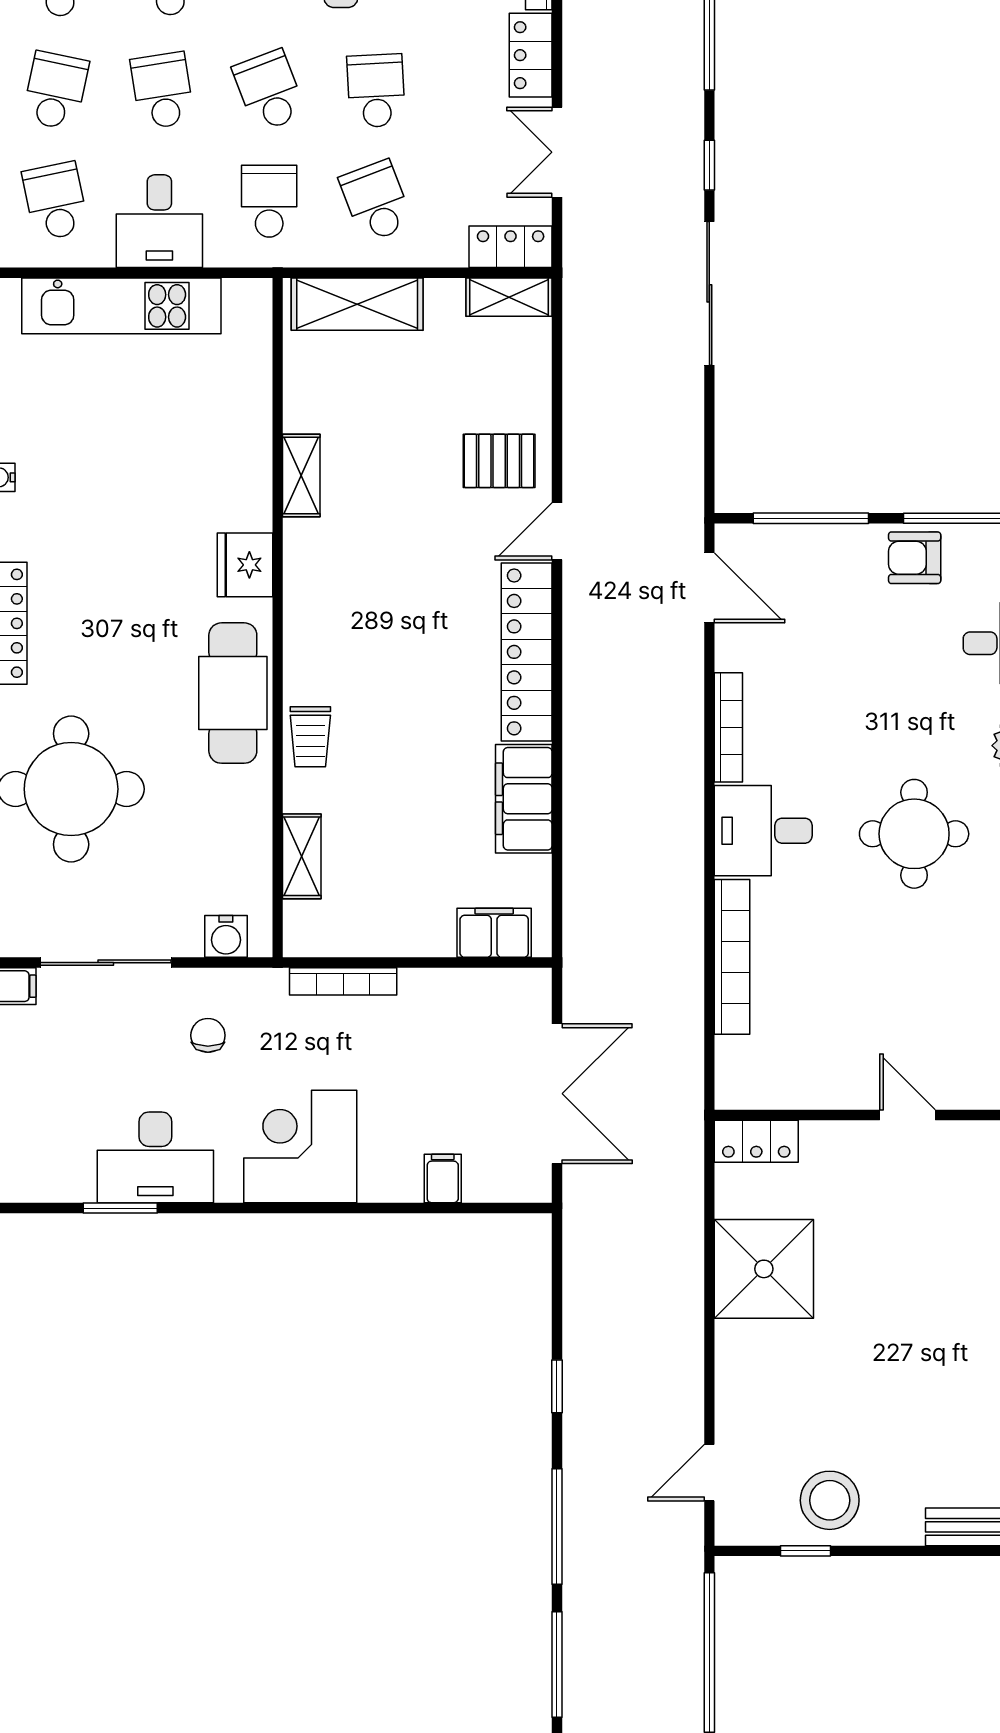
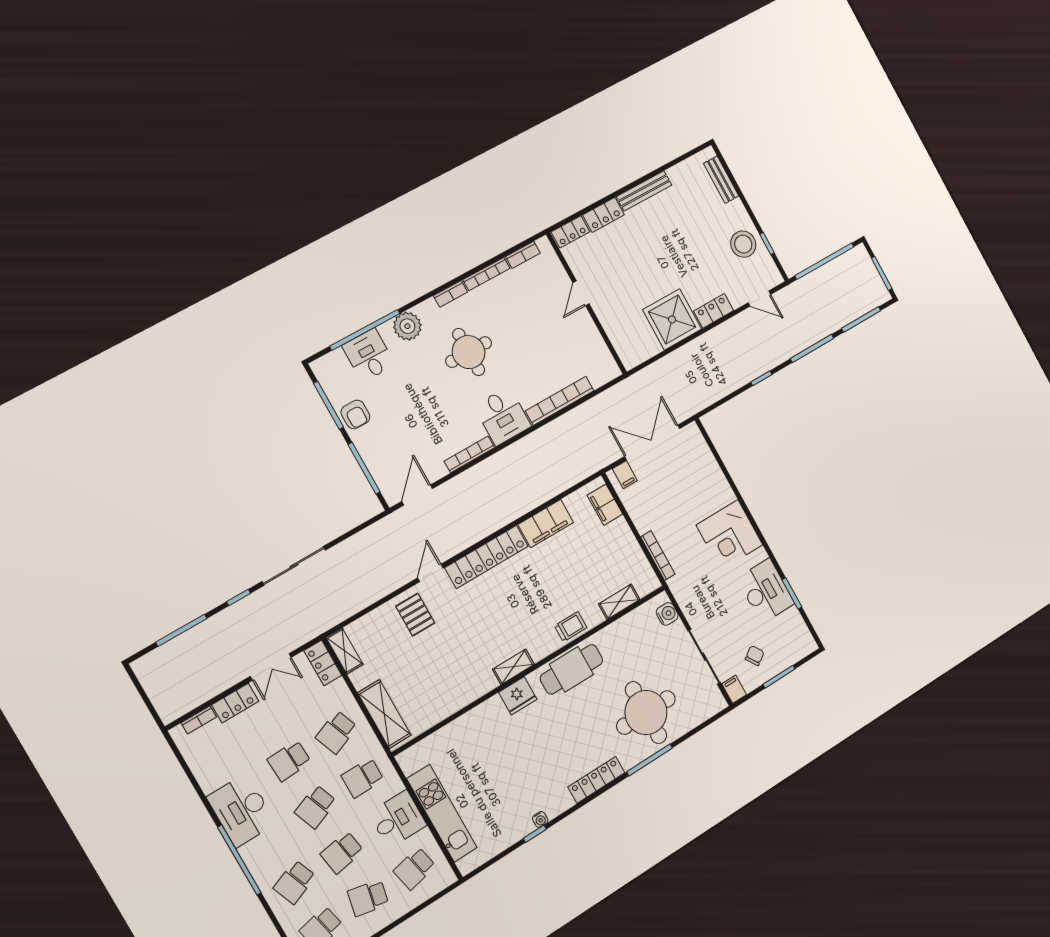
shelving: (301, 475) -> (513, 667), moved
door: (557, 531) -> (430, 573), swing flipped
chair: (208, 1035) -> (755, 656), moved, turned 146
locker: (756, 1141) -> (714, 311), moved, turned -90
filing cabinet: (443, 1179) -> (625, 475), moved, turned -90

